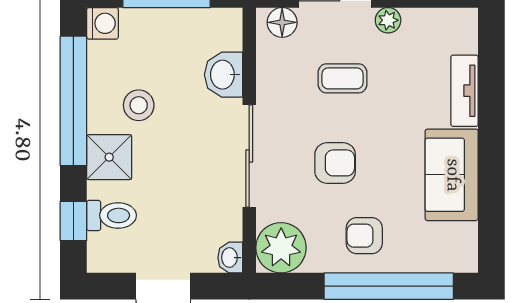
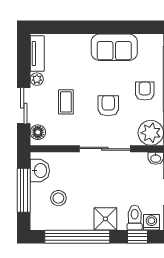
washing machine: (103, 23) -> (151, 222), moved
washbasin: (224, 75) -> (40, 171), moved, turned -90
tv unit: (464, 91) -> (37, 54), moved, turned -90
stool: (139, 105) -> (58, 198), moved
armchair: (364, 236) -> (145, 91), turned 180

